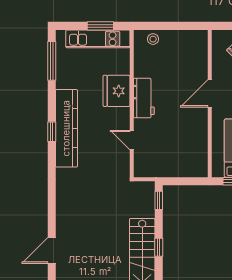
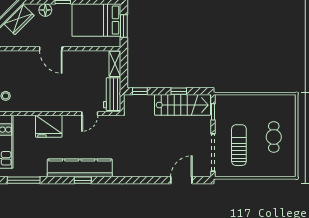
workbench: (144, 98) -> (112, 94), moved, turned -90
shelving: (192, 170) -> (115, 64), added
door: (52, 250) -> (181, 180), swing flipped

